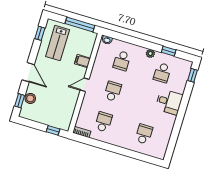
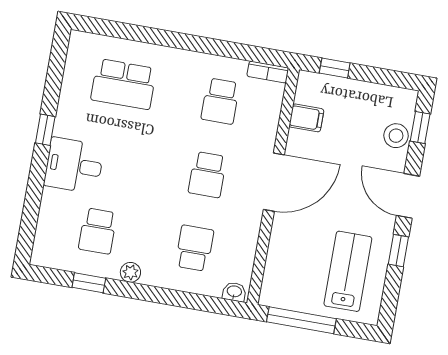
window: (40, 33) -> (398, 251), moved
filing cabinet: (82, 61) -> (306, 118), moved
school desk: (162, 73) -> (98, 231), turned 180
window: (192, 75) -> (45, 130), moved
door: (85, 85) -> (274, 182), width x1.87
school desk: (144, 134) -> (124, 84), width x1.85

